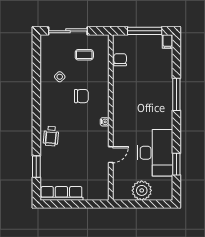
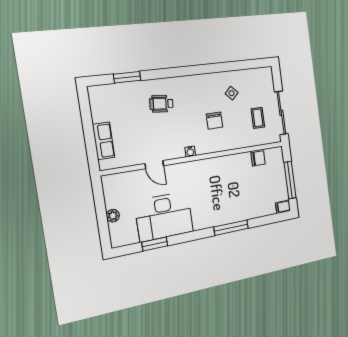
sliding door: (68, 31) -> (281, 113), moved
wheelchair: (51, 136) -> (161, 104), moved
plant: (142, 190) -> (113, 216), width x0.53, depth x0.53
row of seats: (61, 193) -> (104, 141), moved, width x0.68

